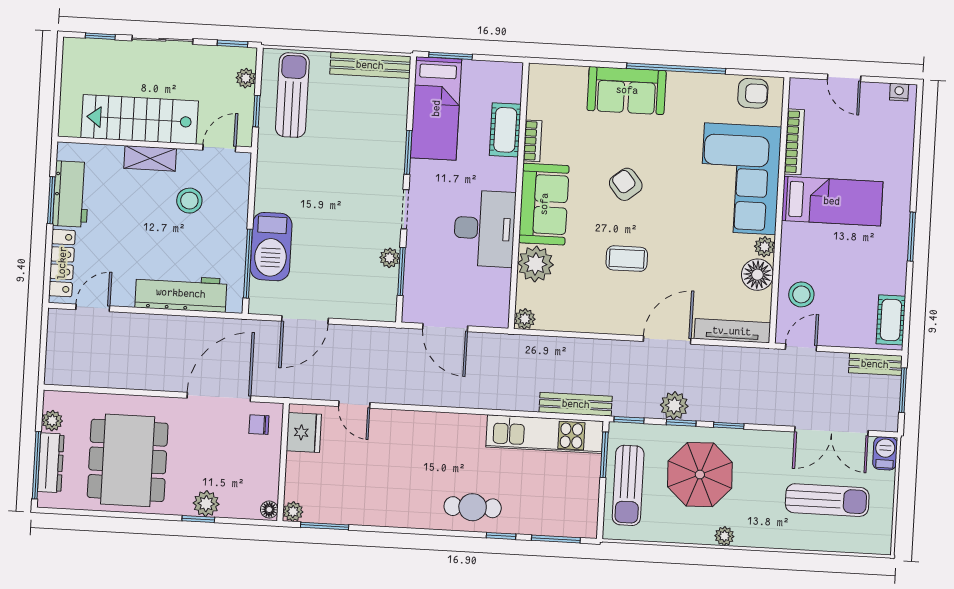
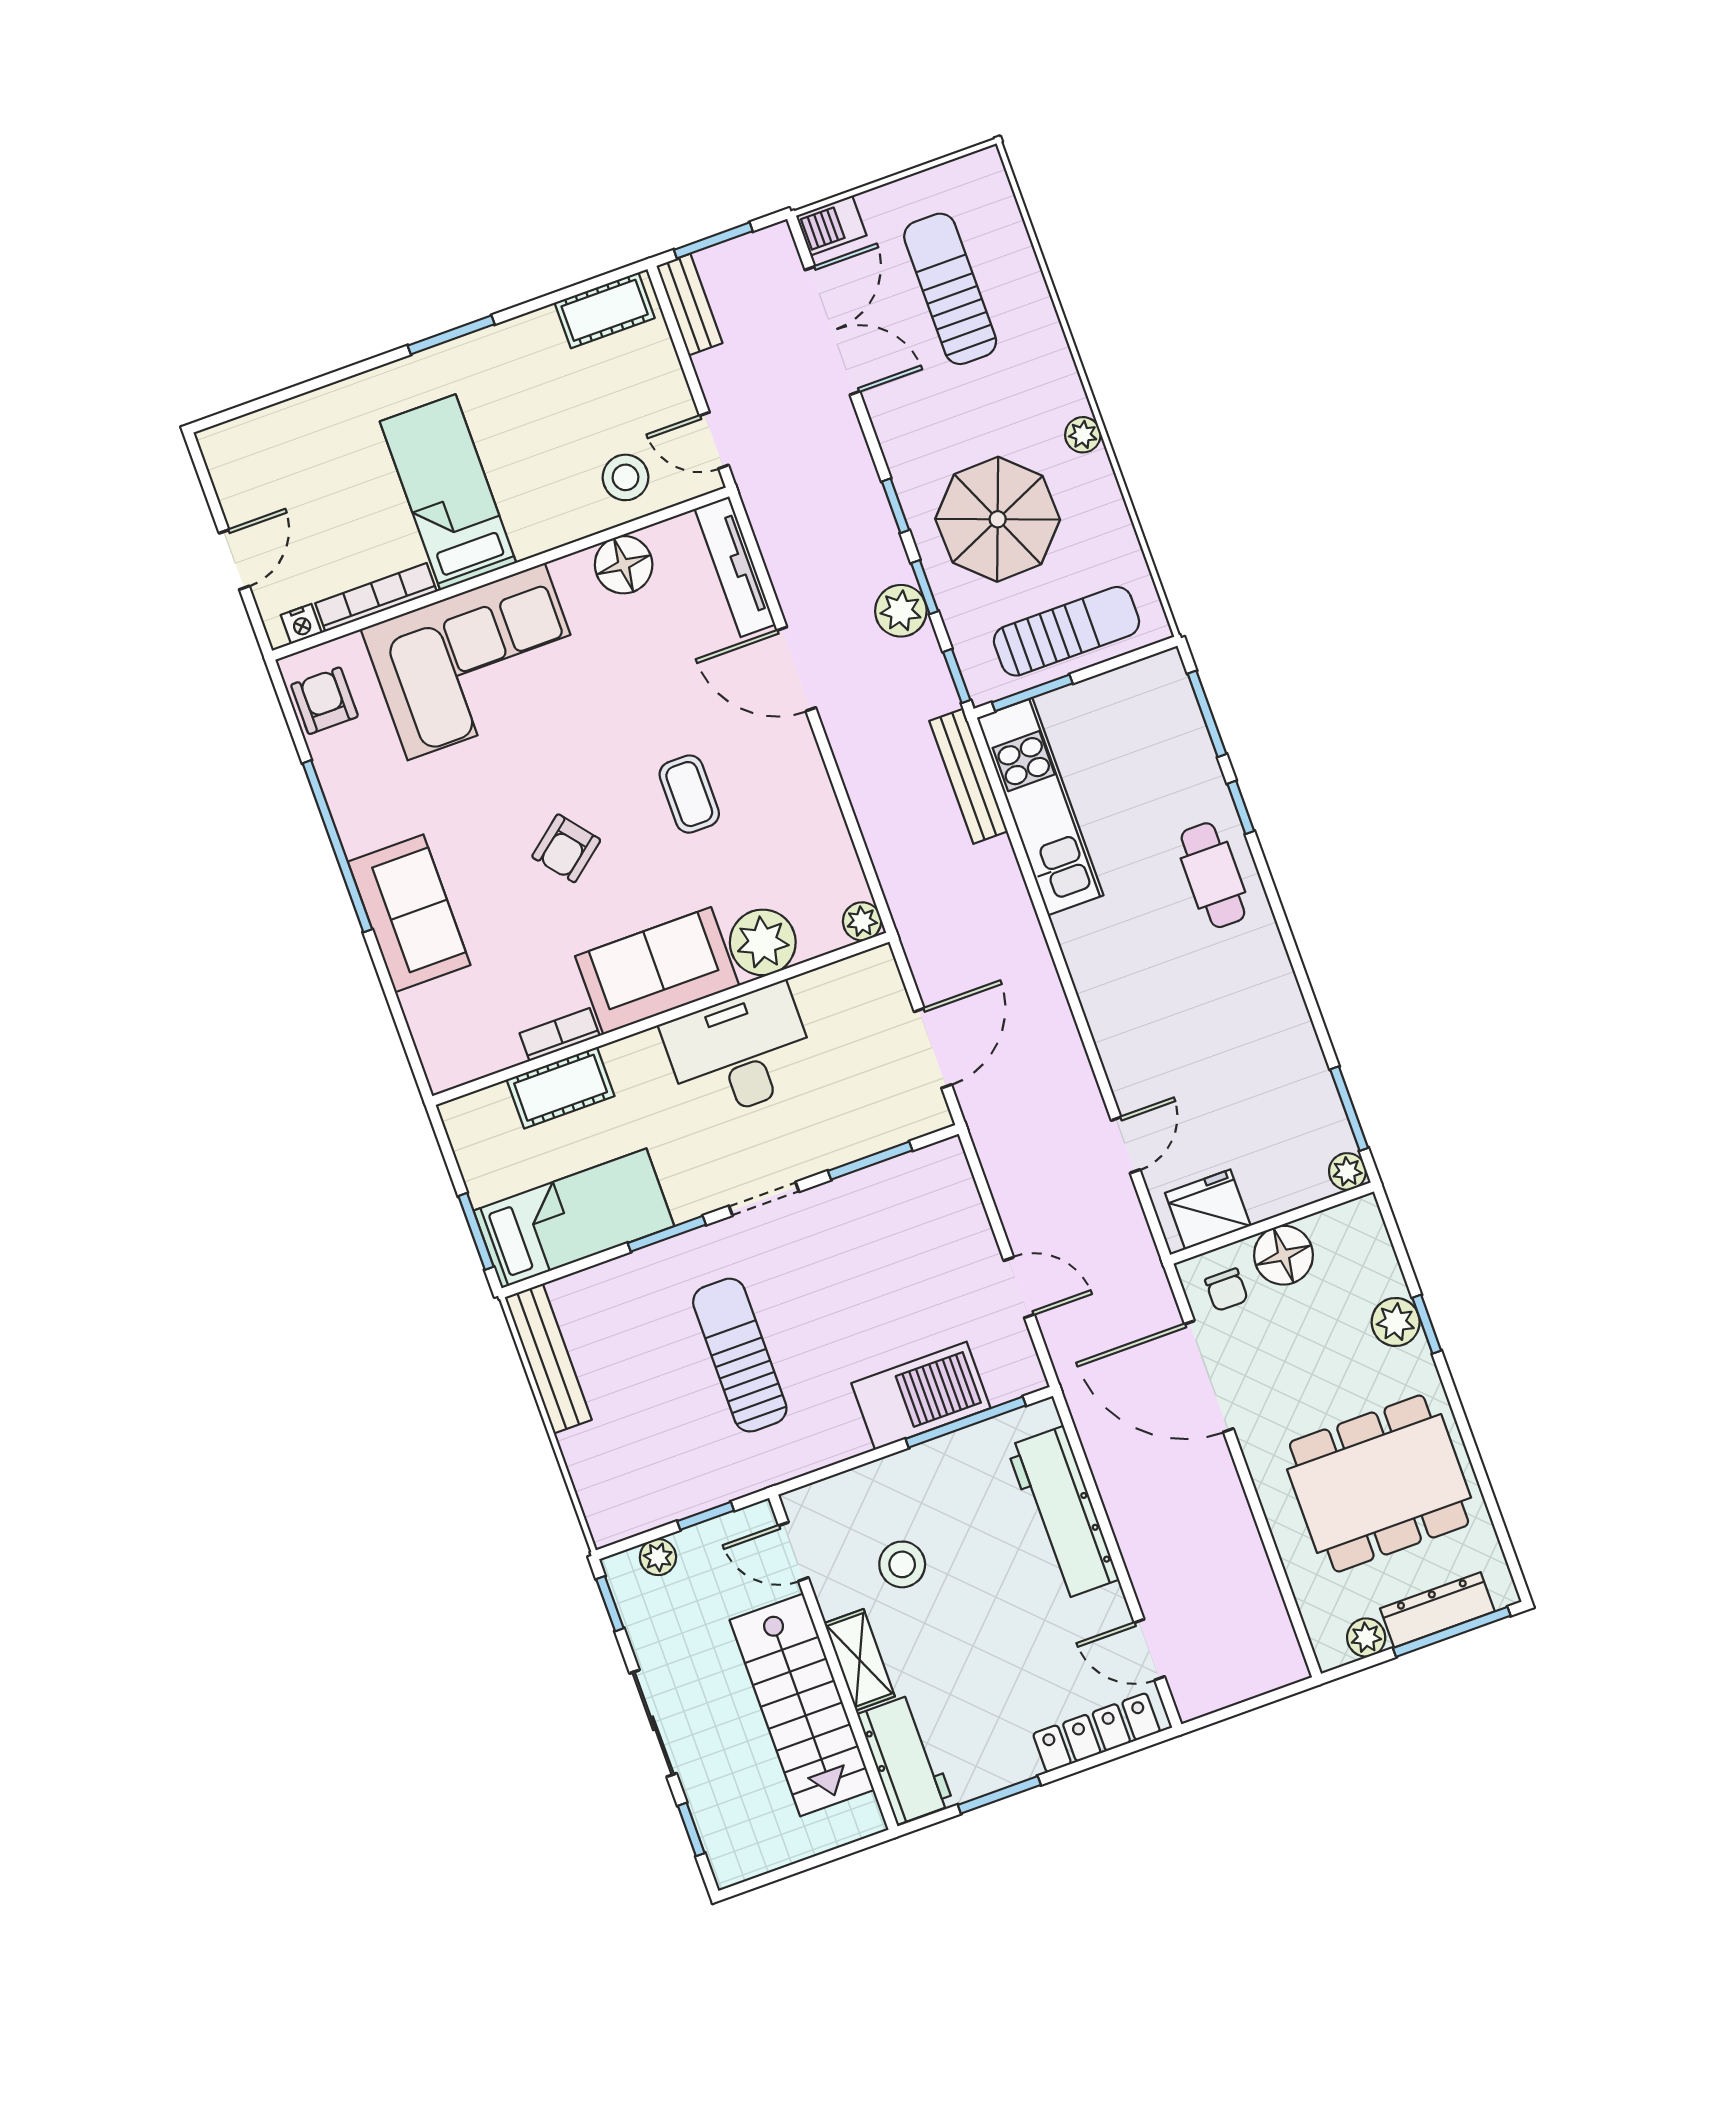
nightstand: (899, 92) -> (301, 624), moved, turned -90
sun lounger: (292, 95) -> (740, 1355), moved, turned 90
workbench: (71, 194) -> (906, 1759), moved, turned 90
plant: (765, 247) -> (572, 573), removed
plant: (390, 258) -> (856, 1190), removed
door: (305, 320) -> (1019, 1287), width x0.73
floor lamp: (269, 510) -> (1283, 1255), moved, width x1.89, depth x1.89

